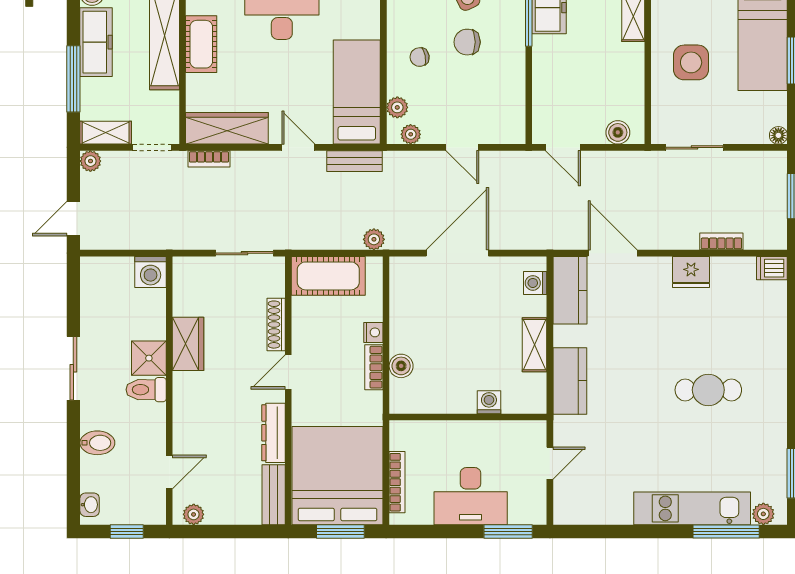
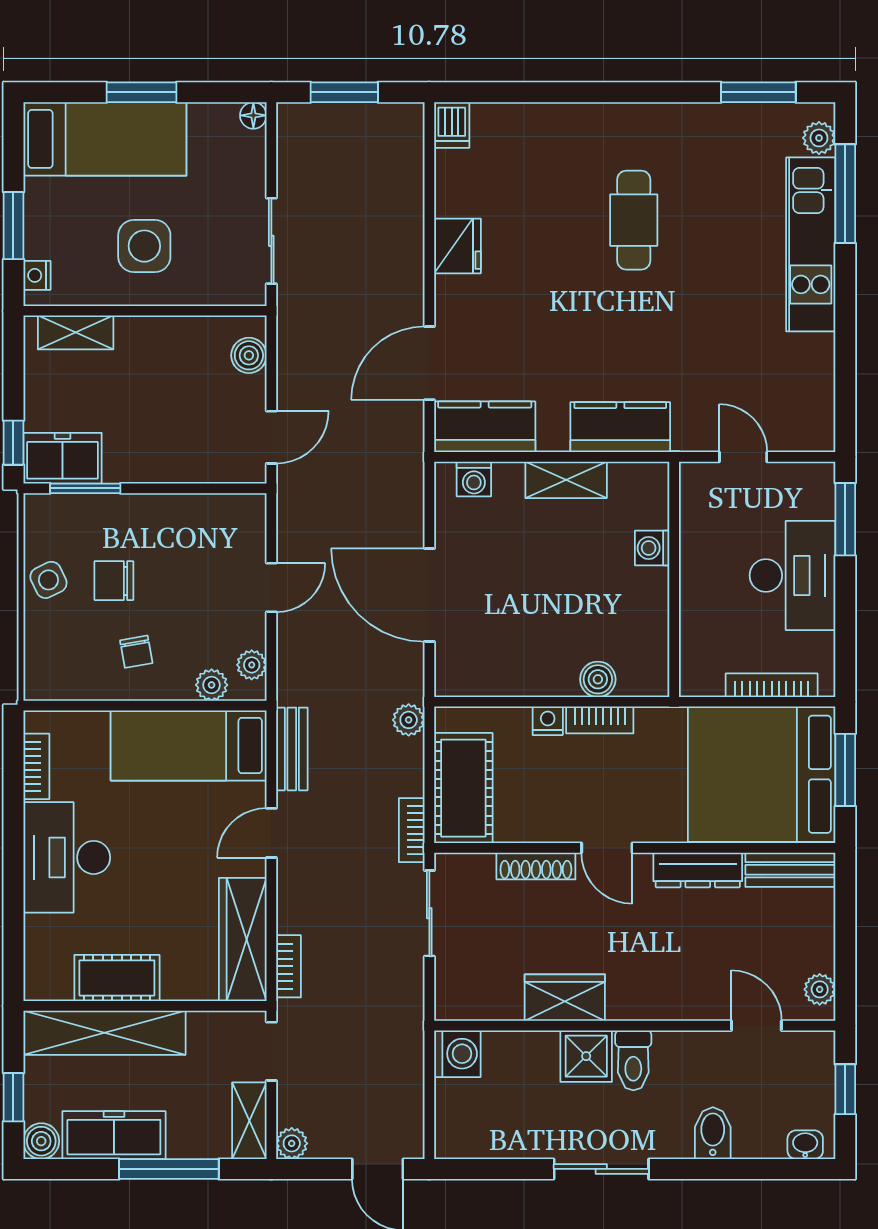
chair: (467, 42) -> (114, 581), turned 90
bookcase: (721, 241) -> (412, 830), moved

